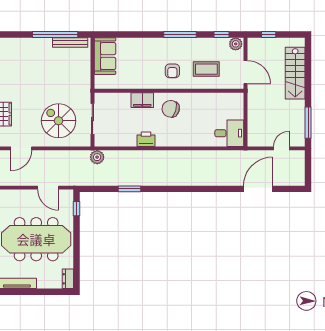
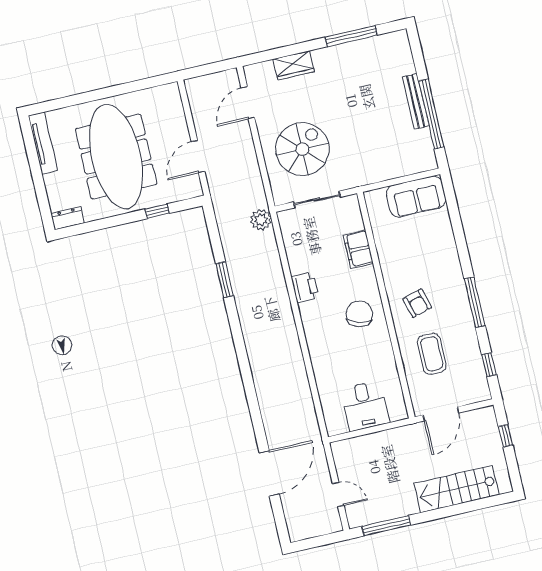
bench: (70, 42) -> (416, 101), moved
plant: (236, 44) -> (480, 389), removed
armchair: (172, 71) -> (417, 303), turned -106
filing cabinet: (142, 100) -> (358, 249), moved
desk: (229, 133) -> (365, 406), moved
door: (21, 148) -> (248, 103), hinge flipped
door: (258, 189) -> (269, 473), hinge flipped
window: (77, 209) -> (157, 211), moved

